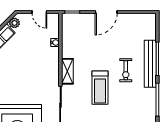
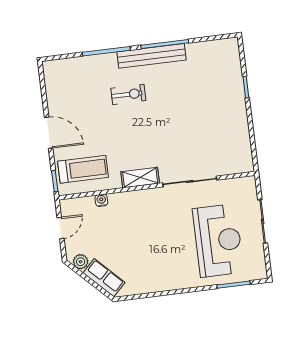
bench: (150, 64) -> (151, 56), moved
treadmill: (100, 88) -> (83, 169), moved

